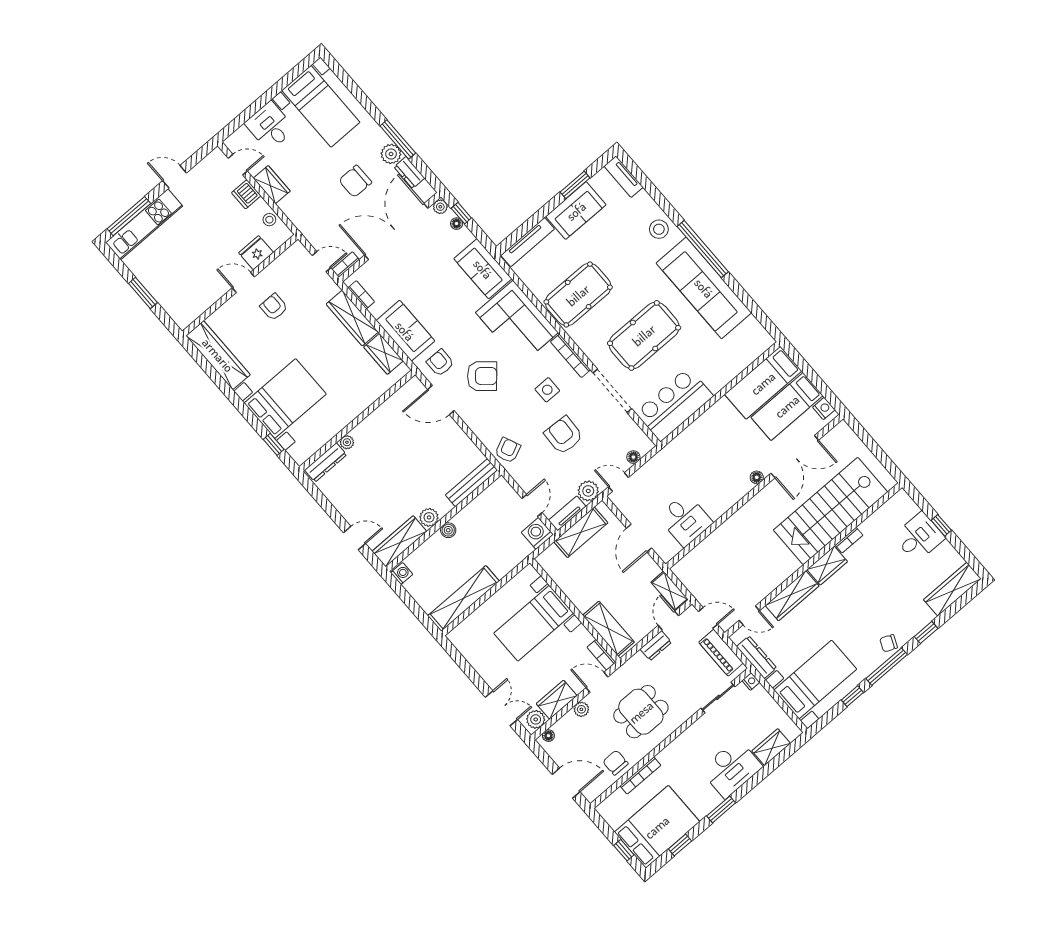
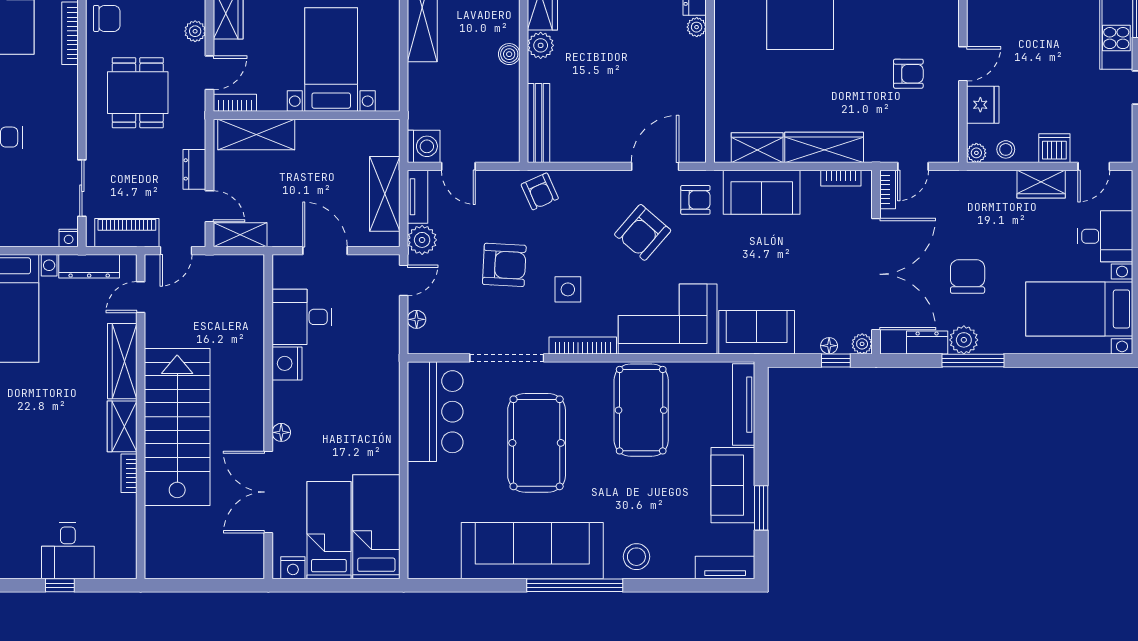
plant: (285, 234) -> (976, 153), added
nightstand: (717, 506) -> (287, 363), added
stairs: (831, 511) -> (177, 427), moved

